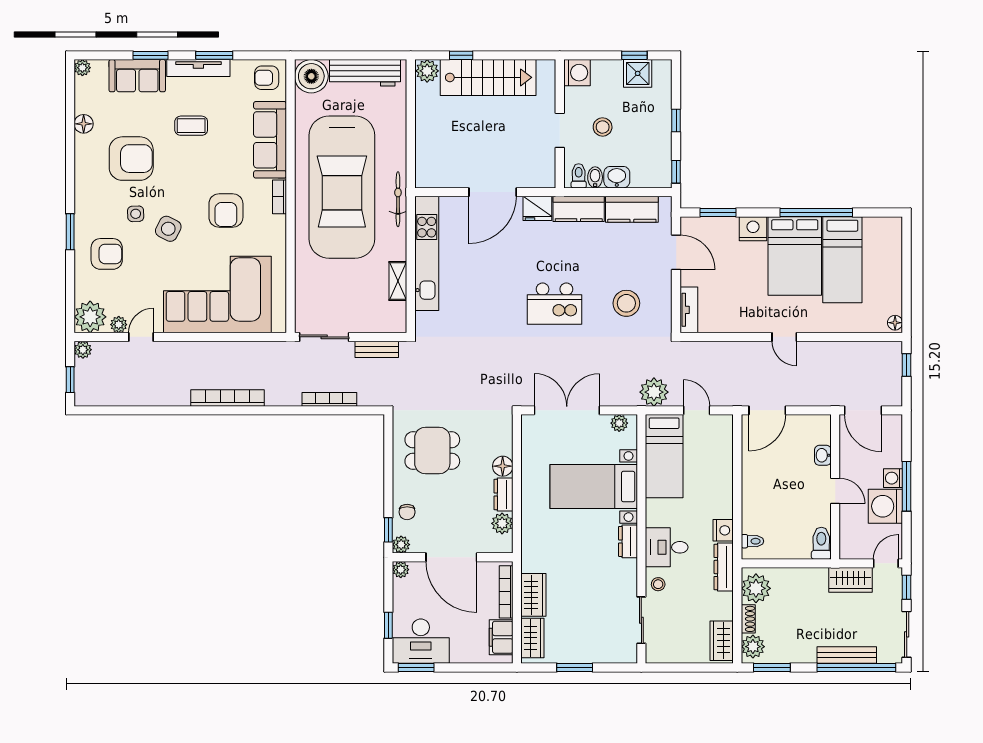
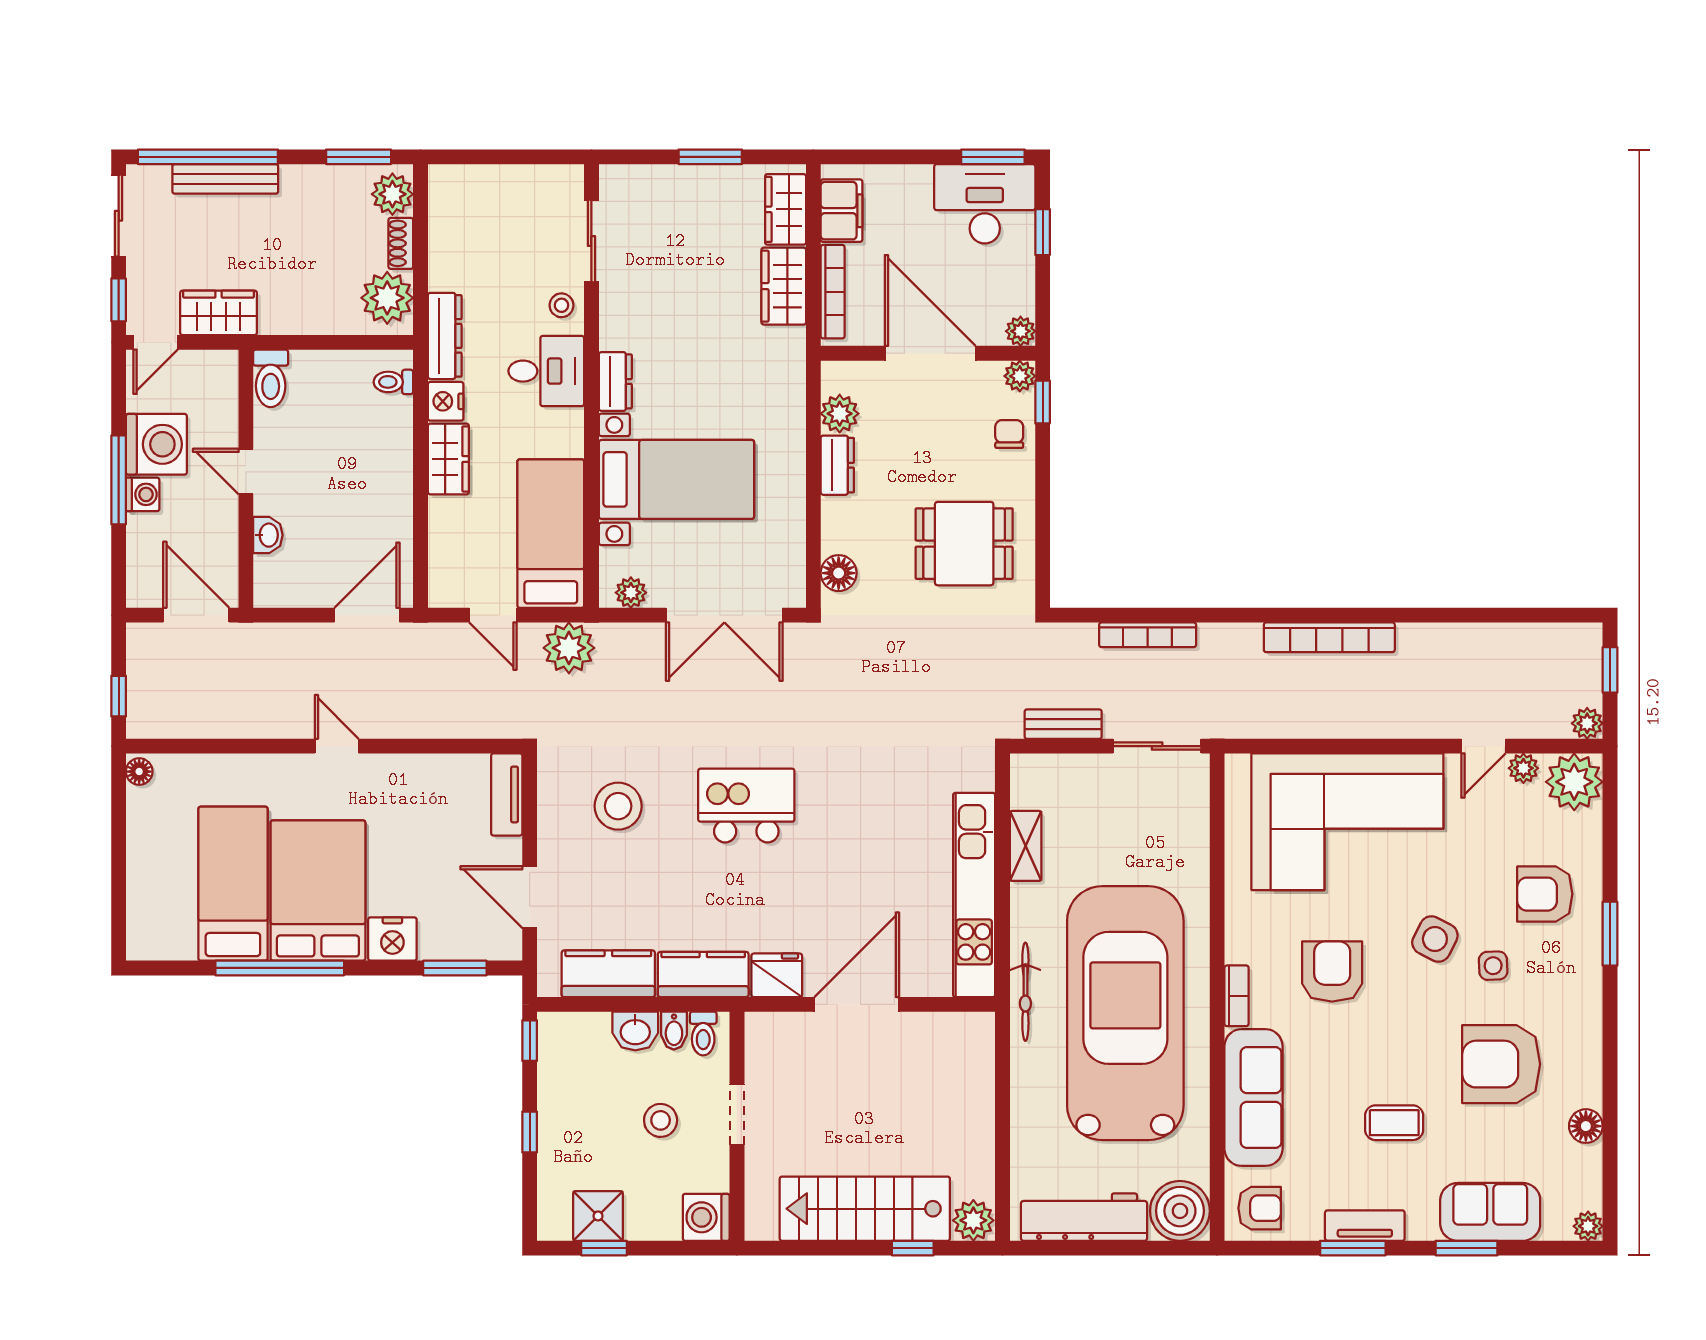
tv unit: (198, 68) -> (1365, 1226), width x0.71
floor lamp: (503, 466) -> (839, 573), moved
wardrobe: (722, 641) -> (448, 459), moved

